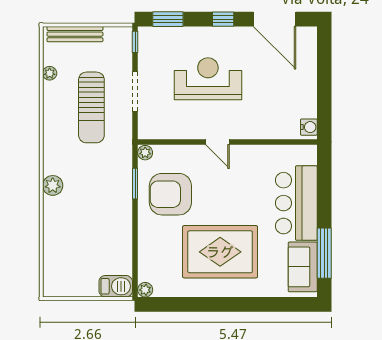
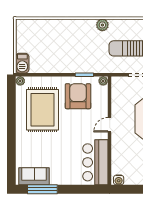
plant: (53, 185) -> (102, 25), moved
bar counter: (296, 203) -> (95, 162), moved, turned -90
rug: (220, 252) -> (42, 110), moved

